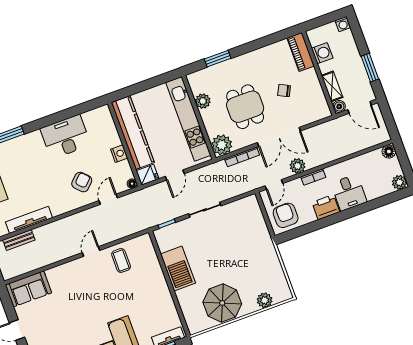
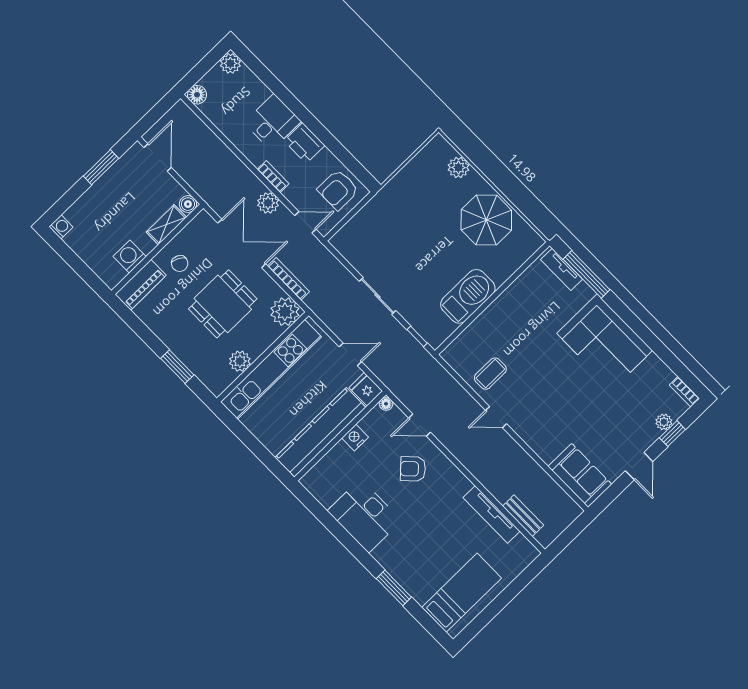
piano: (301, 52) -> (141, 285), moved
washing machine: (322, 53) -> (130, 257), moved
wall: (319, 73) -> (157, 249), moved
shelving: (332, 86) -> (166, 225), moved
boiler: (339, 106) -> (188, 204), moved

